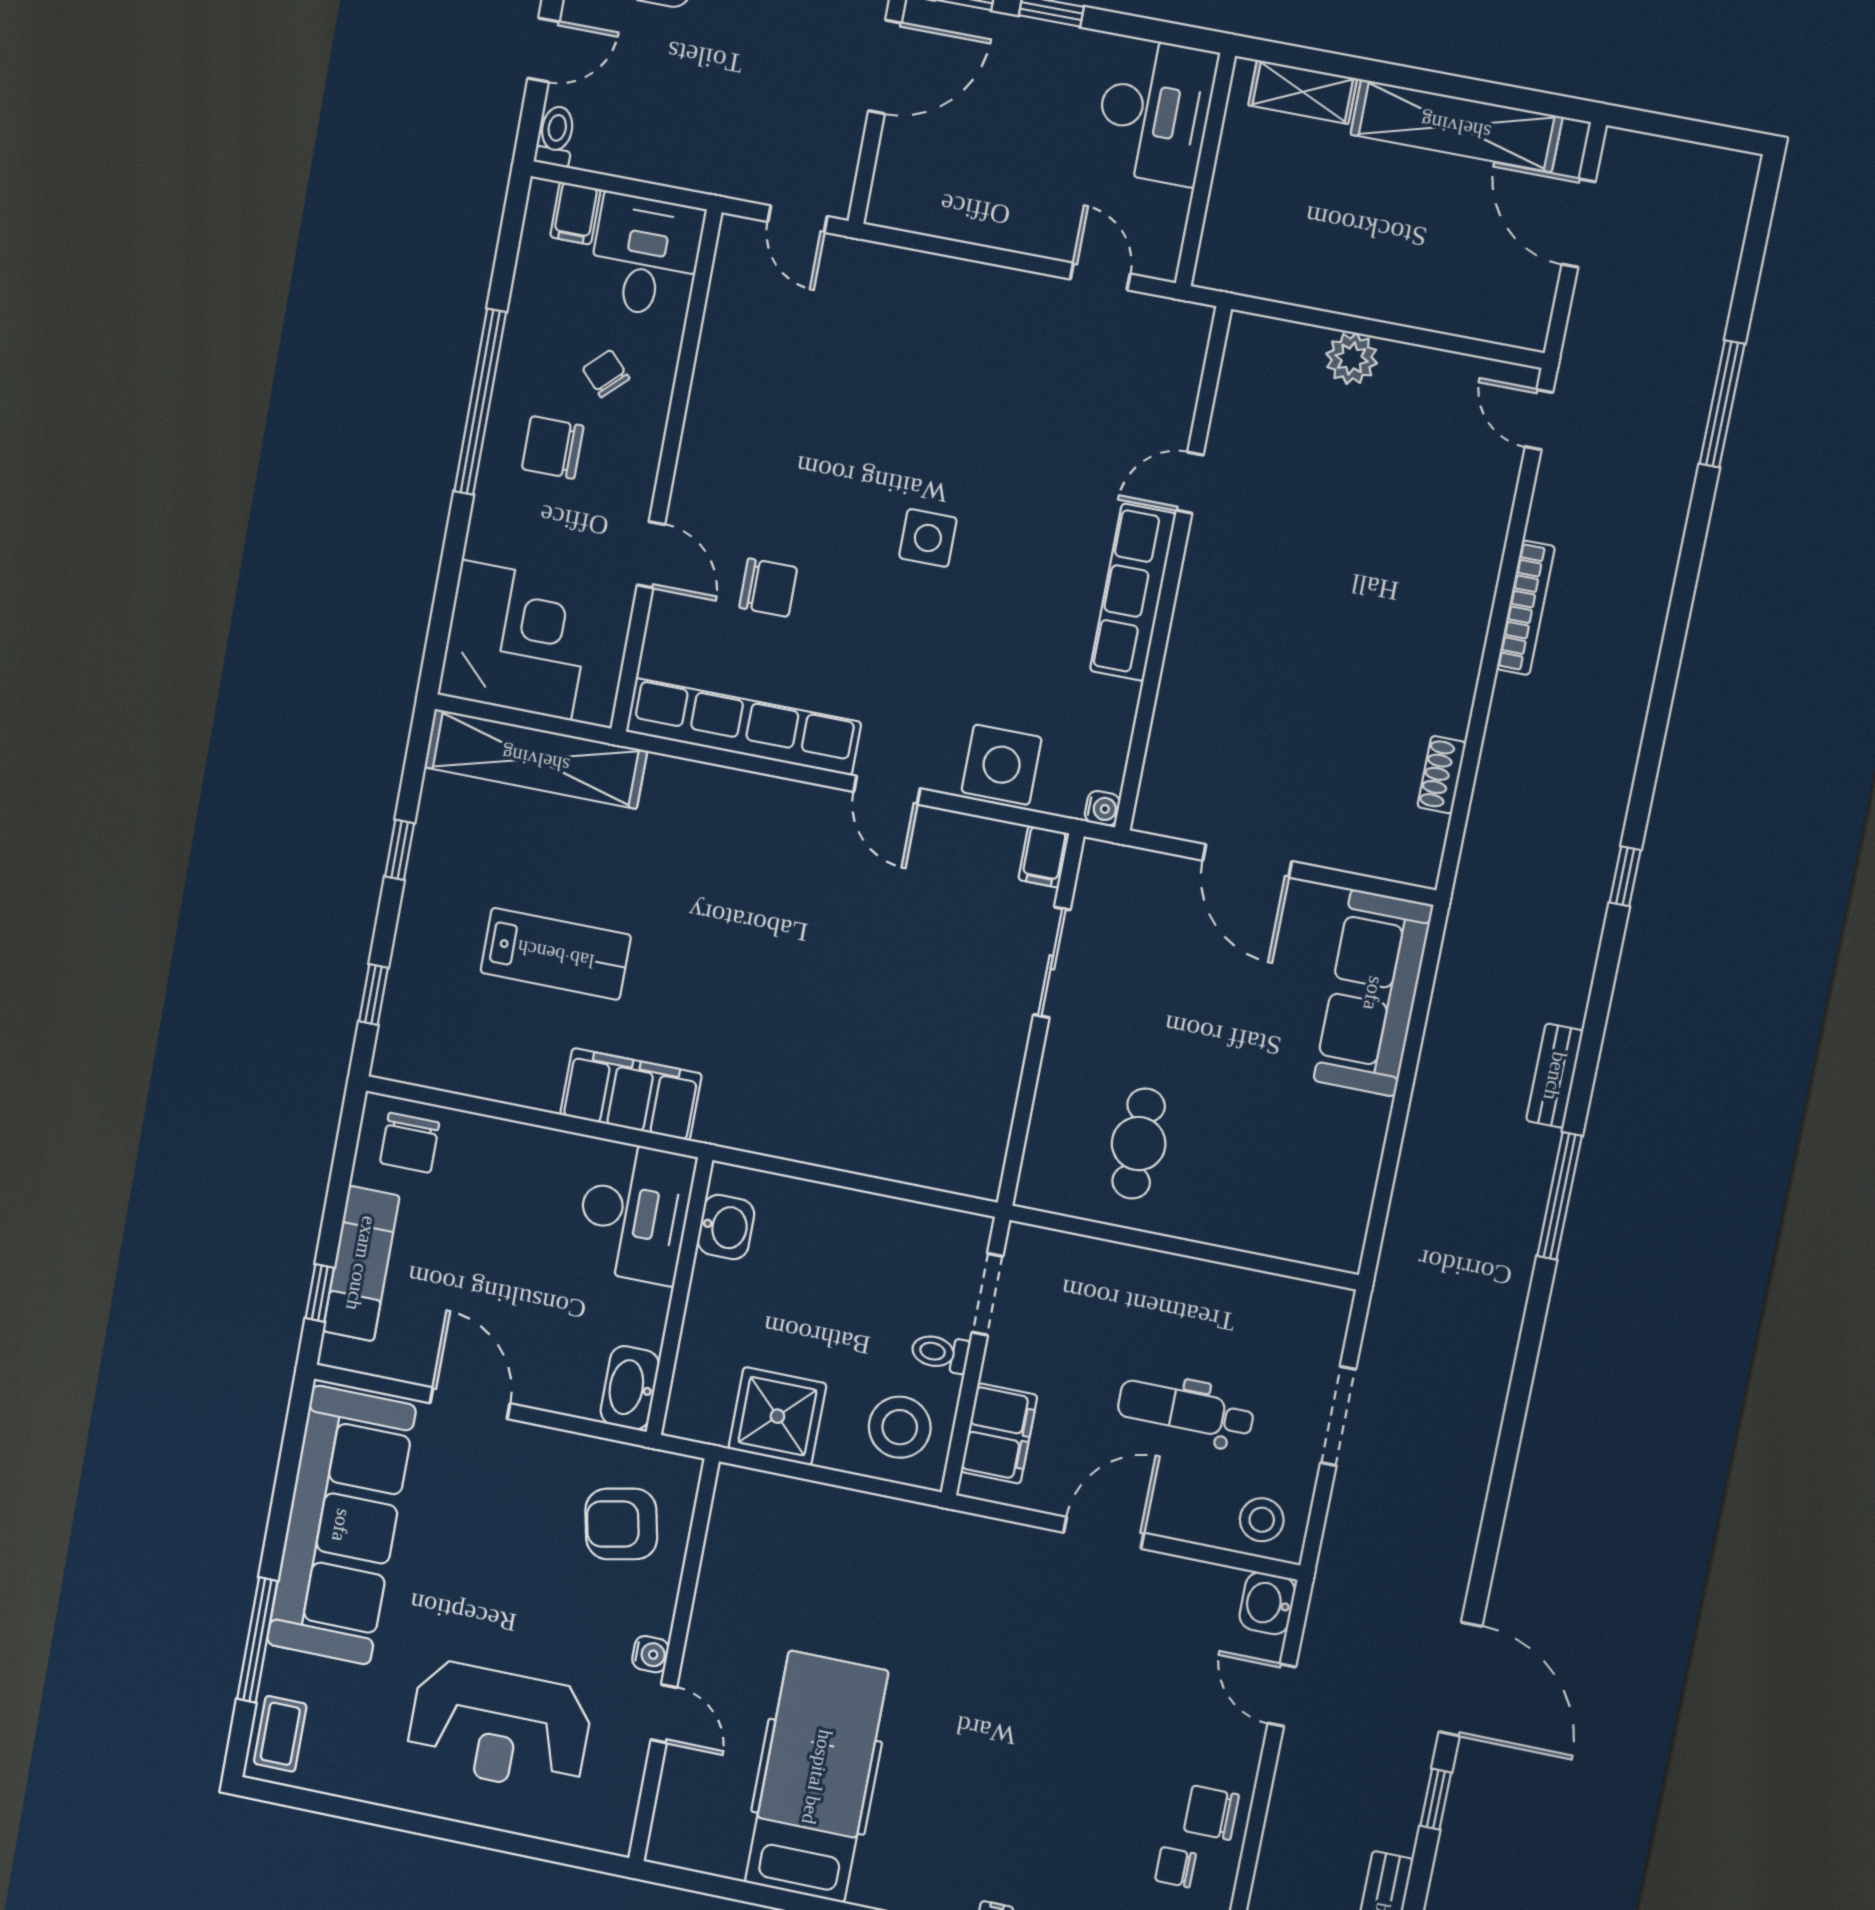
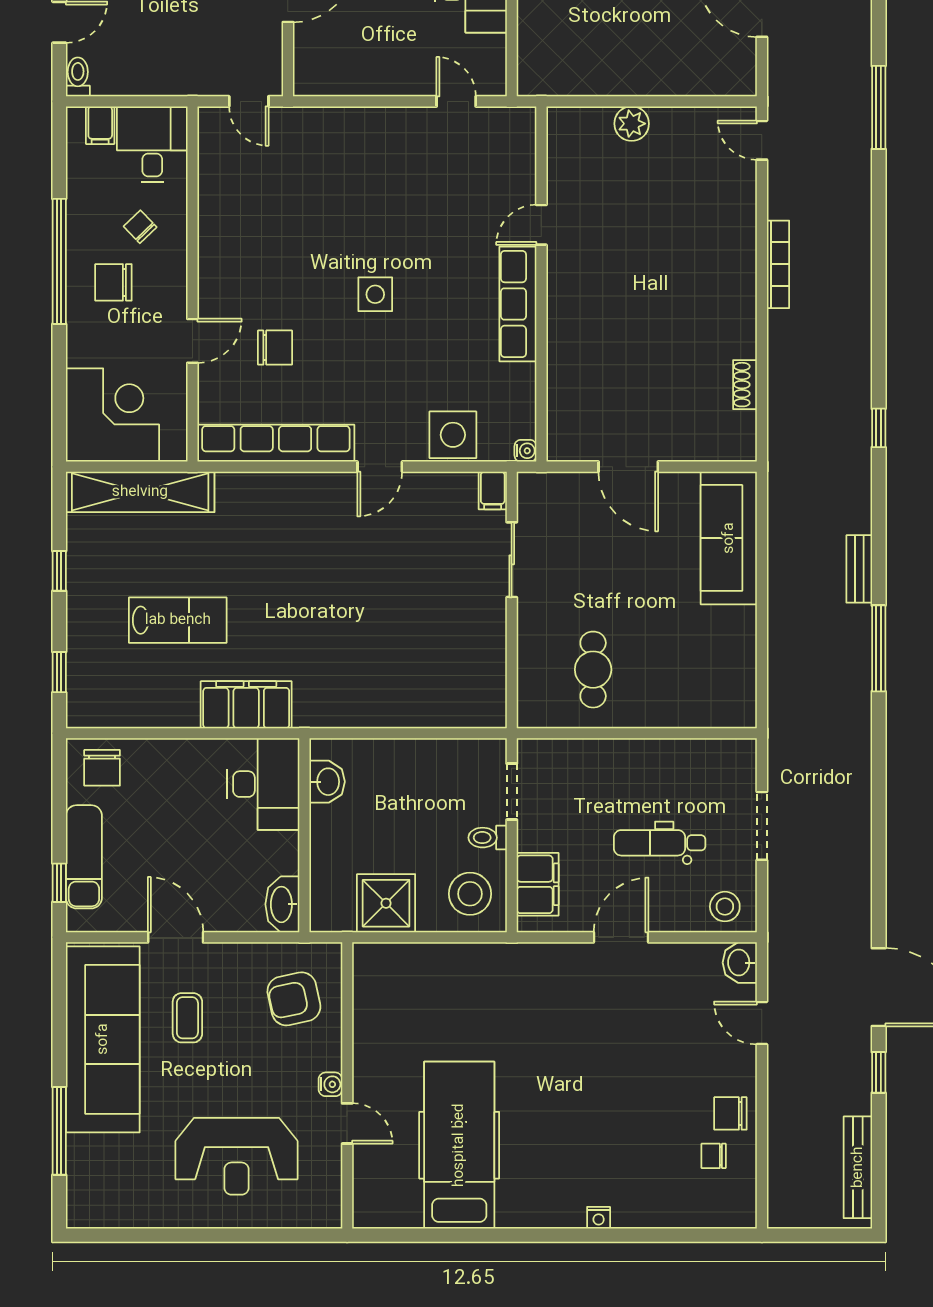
door: (651, 555) -> (193, 341), hinge flipped
door: (887, 790) -> (380, 467), hinge flipped
coffee table: (280, 1734) -> (187, 1018), moved

